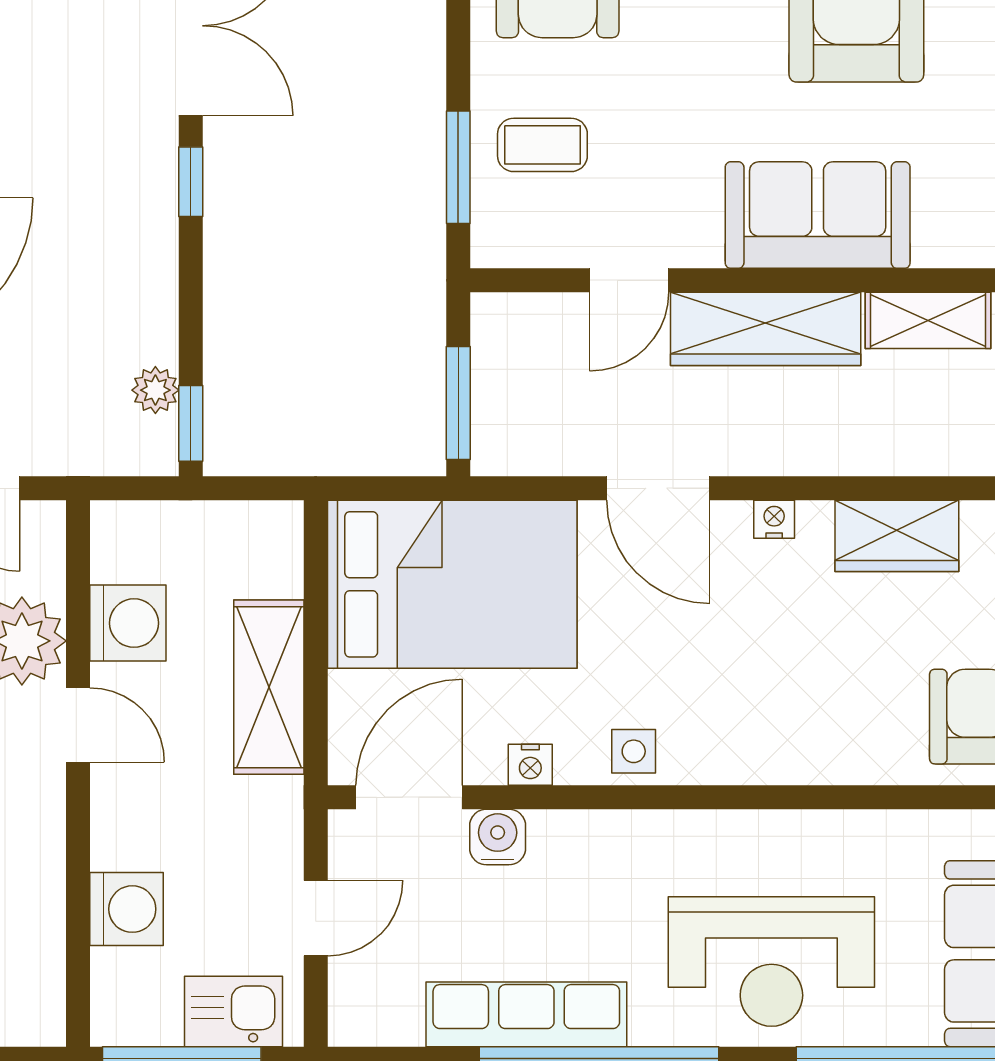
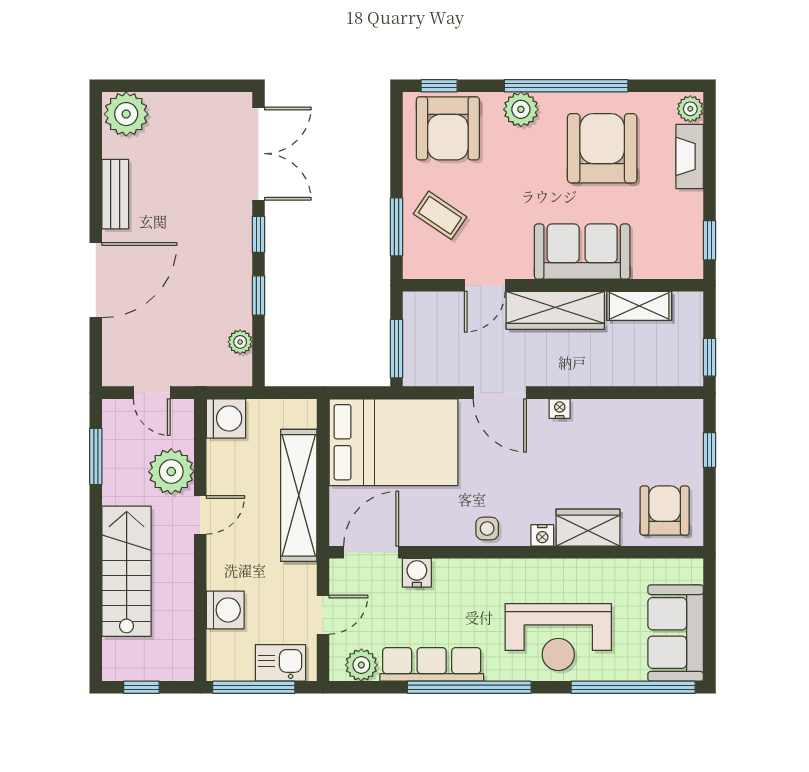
coffee table: (542, 145) -> (440, 215), turned 34
window: (191, 423) -> (258, 296), moved
wardrobe: (897, 536) -> (588, 528), moved, turned 180
washing machine: (128, 623) -> (226, 418), moved
shelving: (269, 687) -> (299, 495), width x1.47
door: (78, 725) -> (200, 515), hinge flipped
nightstand: (530, 765) -> (542, 535), moved
plant: (390, 1016) -> (361, 665), added

